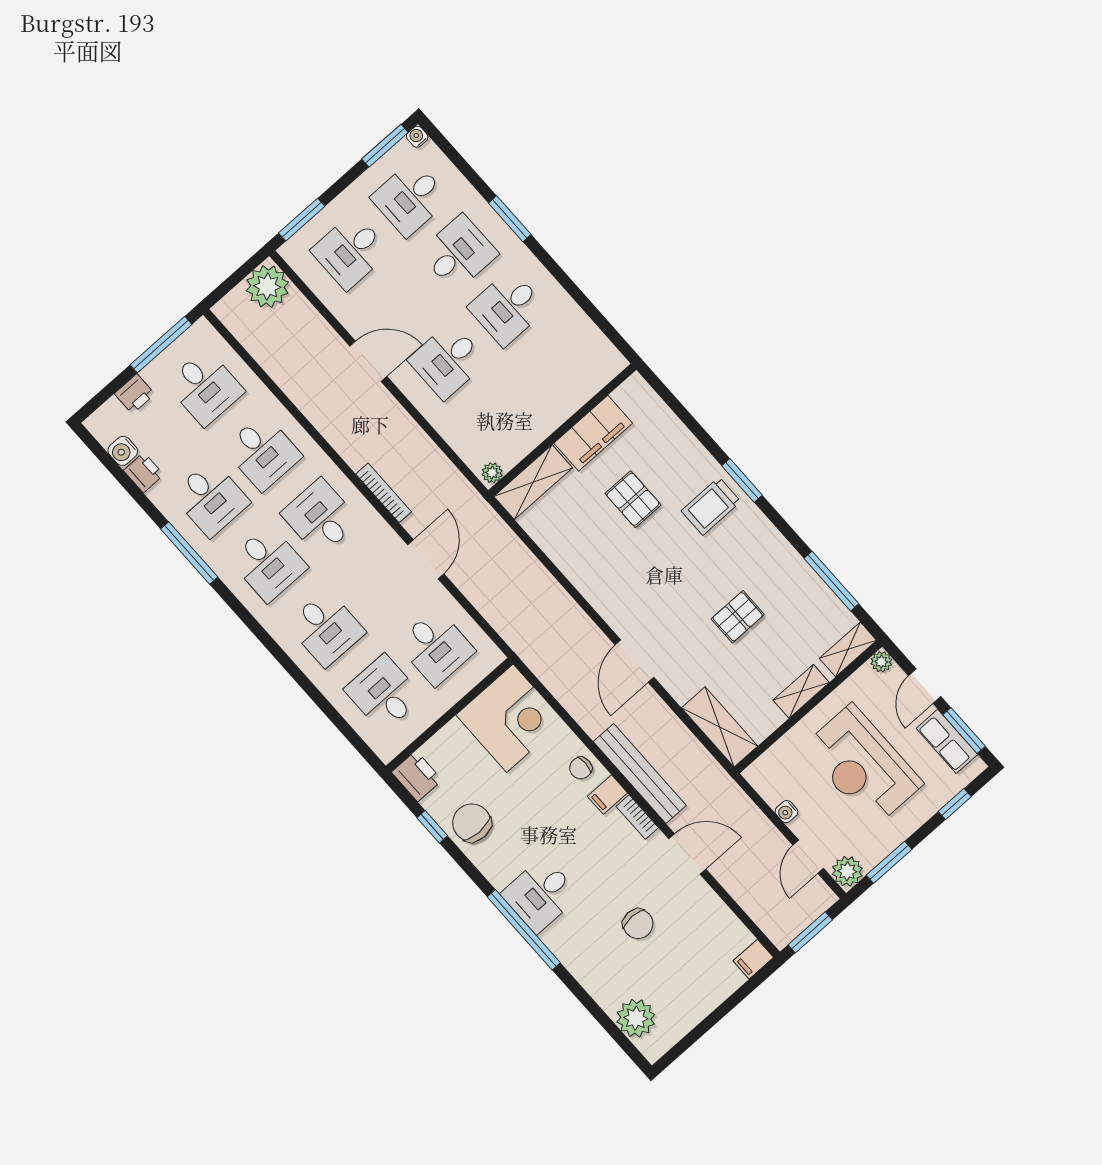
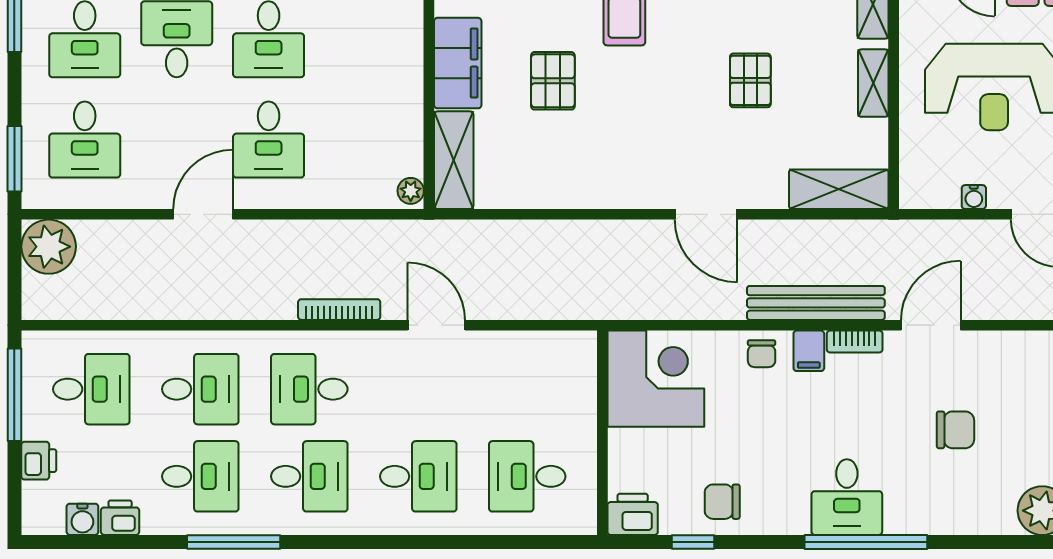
pallet: (633, 499) -> (553, 81), turned 90
desk: (436, 647) -> (527, 389), removed
chair: (472, 823) -> (722, 502), width x0.73, depth x0.73

